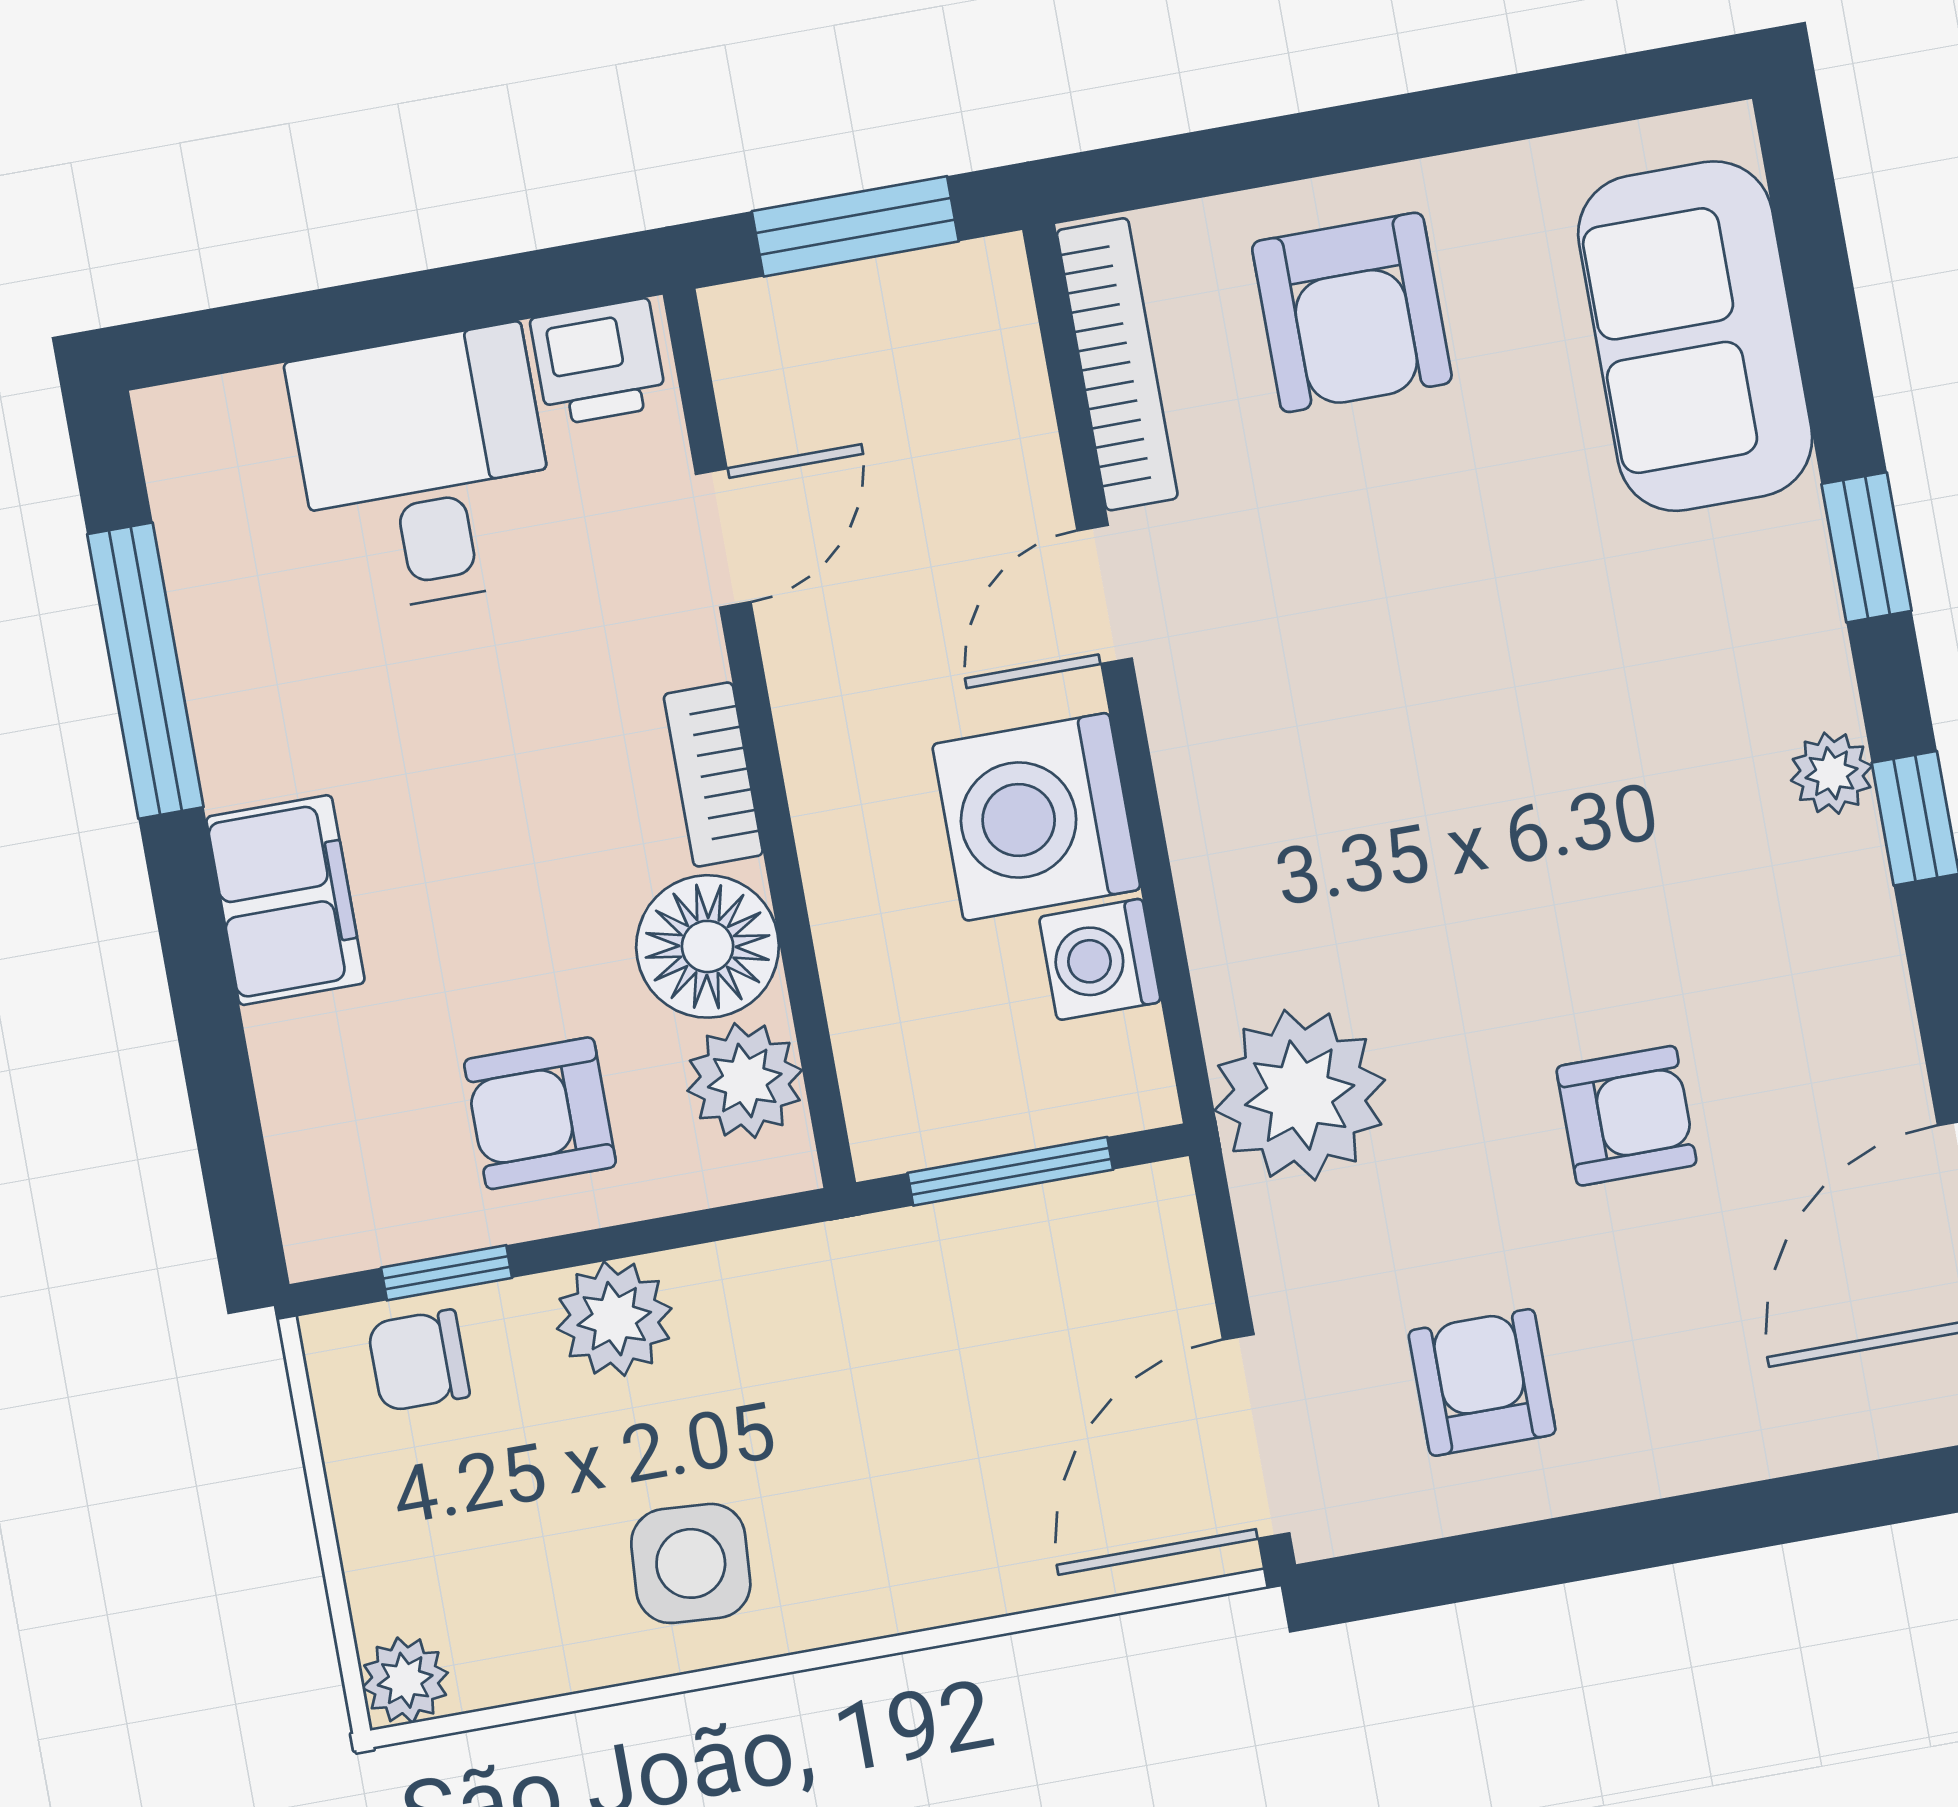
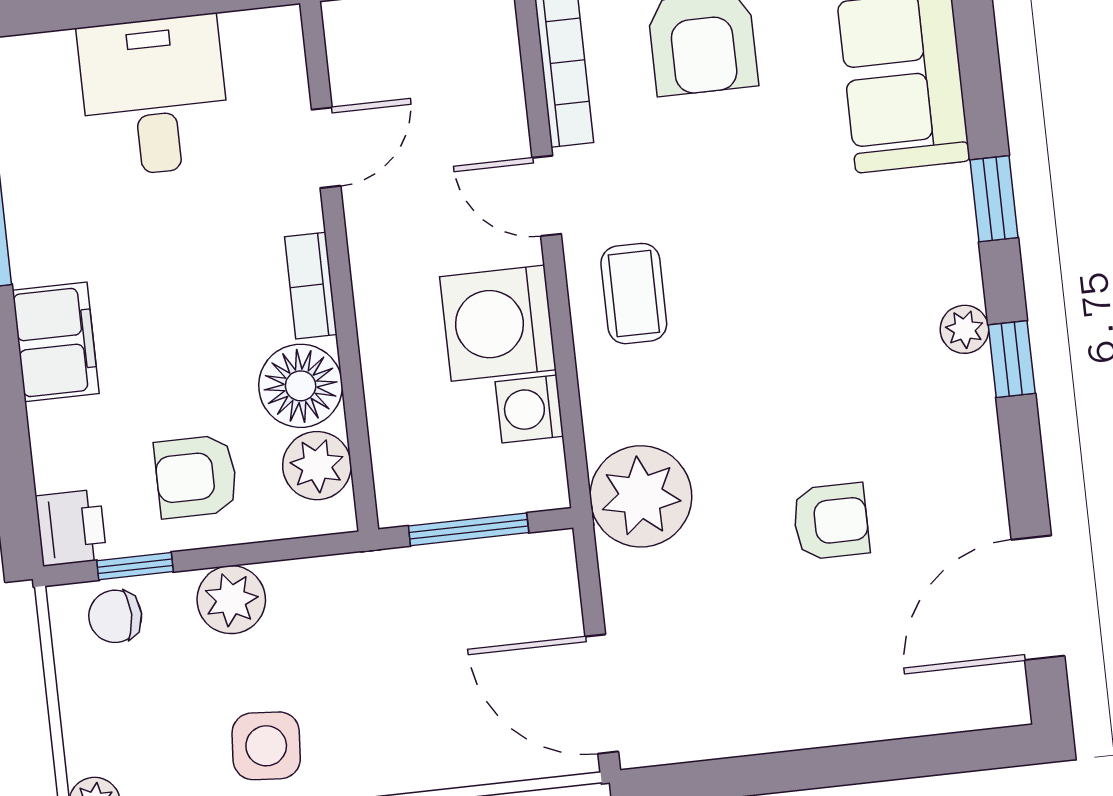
printer: (599, 362) -> (71, 528), moved, turned -90
door: (1105, 594) -> (547, 196), hinge flipped
coffee table: (1264, 751) -> (634, 294), added
armchair: (1482, 1382) -> (736, 672), removed
door: (1256, 1436) -> (602, 694), hinge flipped

